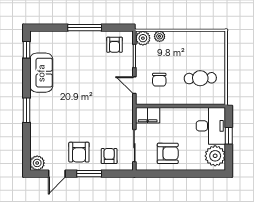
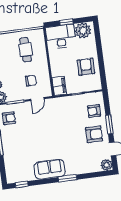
sofa: (41, 73) -> (50, 169), moved

